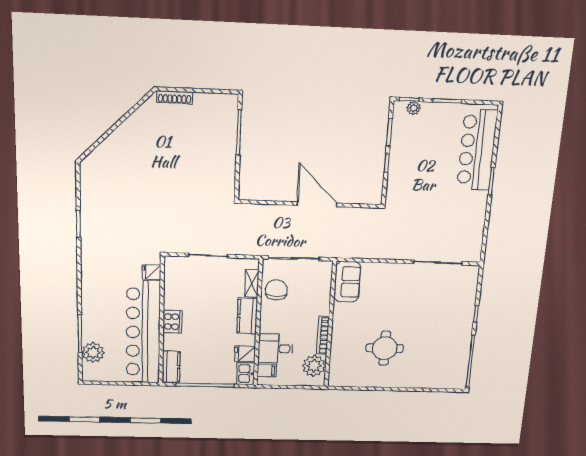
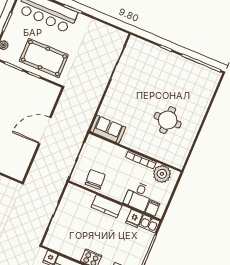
pool table: (414, 168) -> (44, 58), added
shelving: (252, 283) -> (84, 194), removed
chair: (276, 290) -> (95, 180), turned 87

